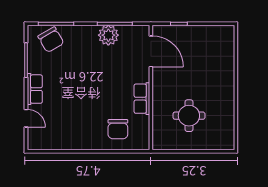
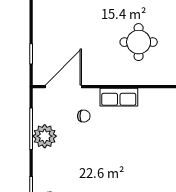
chair: (118, 129) -> (84, 116), moved, width x0.54, depth x0.54

